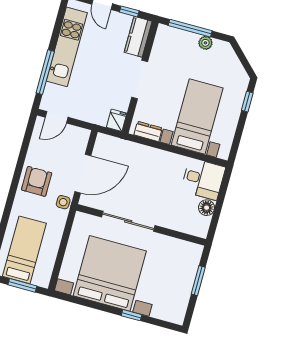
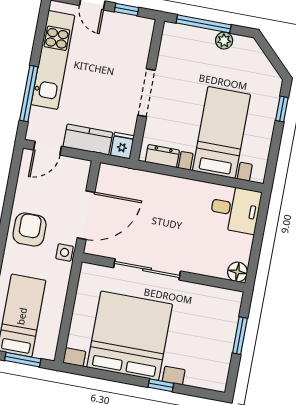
kitchen counter: (138, 37) -> (88, 140), moved, turned 90
floor lamp: (207, 208) -> (237, 272), moved

